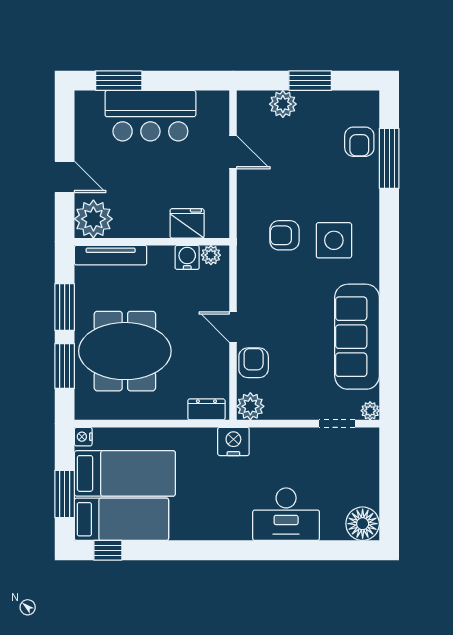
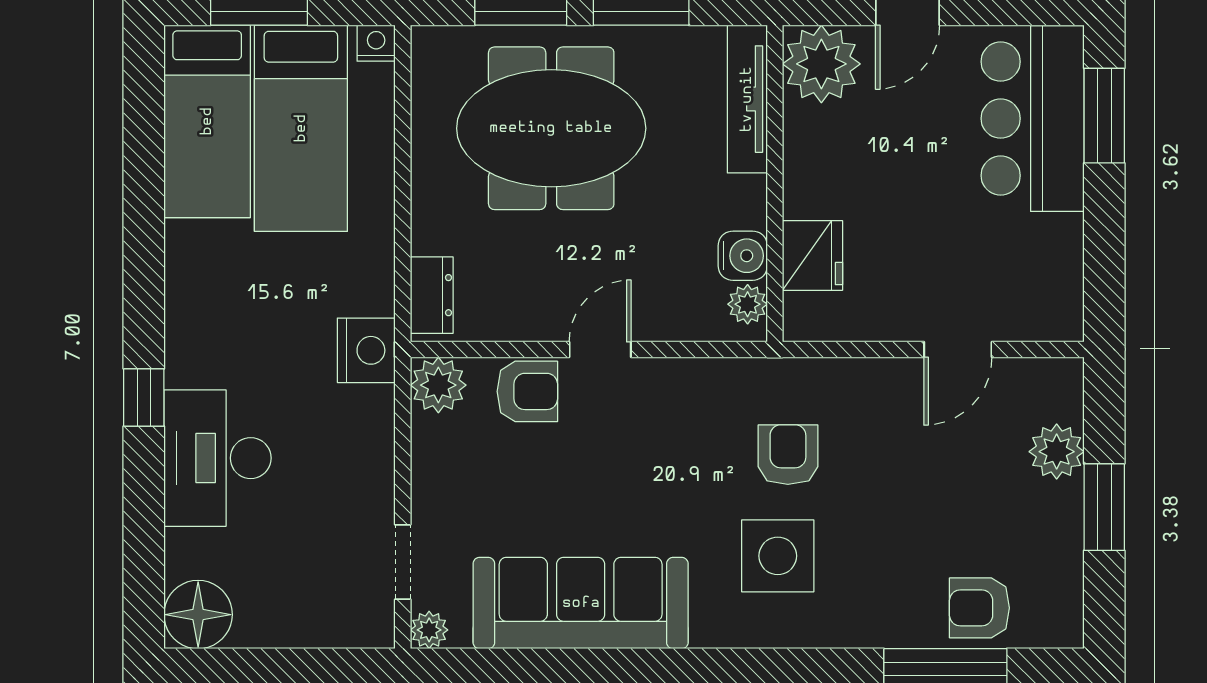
bar counter: (150, 116) -> (1033, 119), moved
meeting table: (125, 351) -> (551, 128), turned 90
window: (108, 550) -> (144, 397), moved

